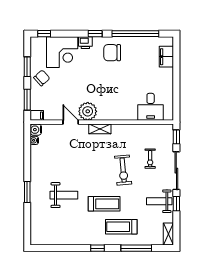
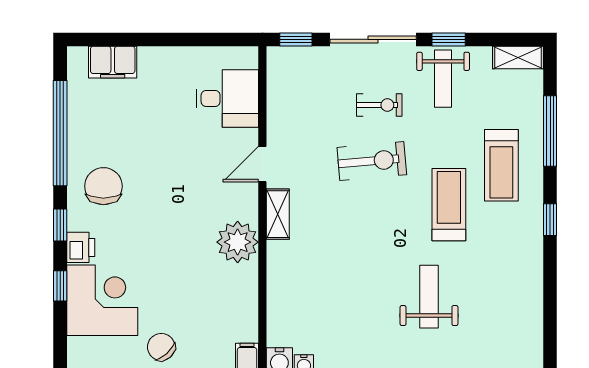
window: (44, 34) -> (60, 286), moved
chair: (112, 53) -> (103, 186), turned 180
door: (71, 122) -> (262, 164), moved
exercise bike: (150, 159) -> (379, 105), moved

